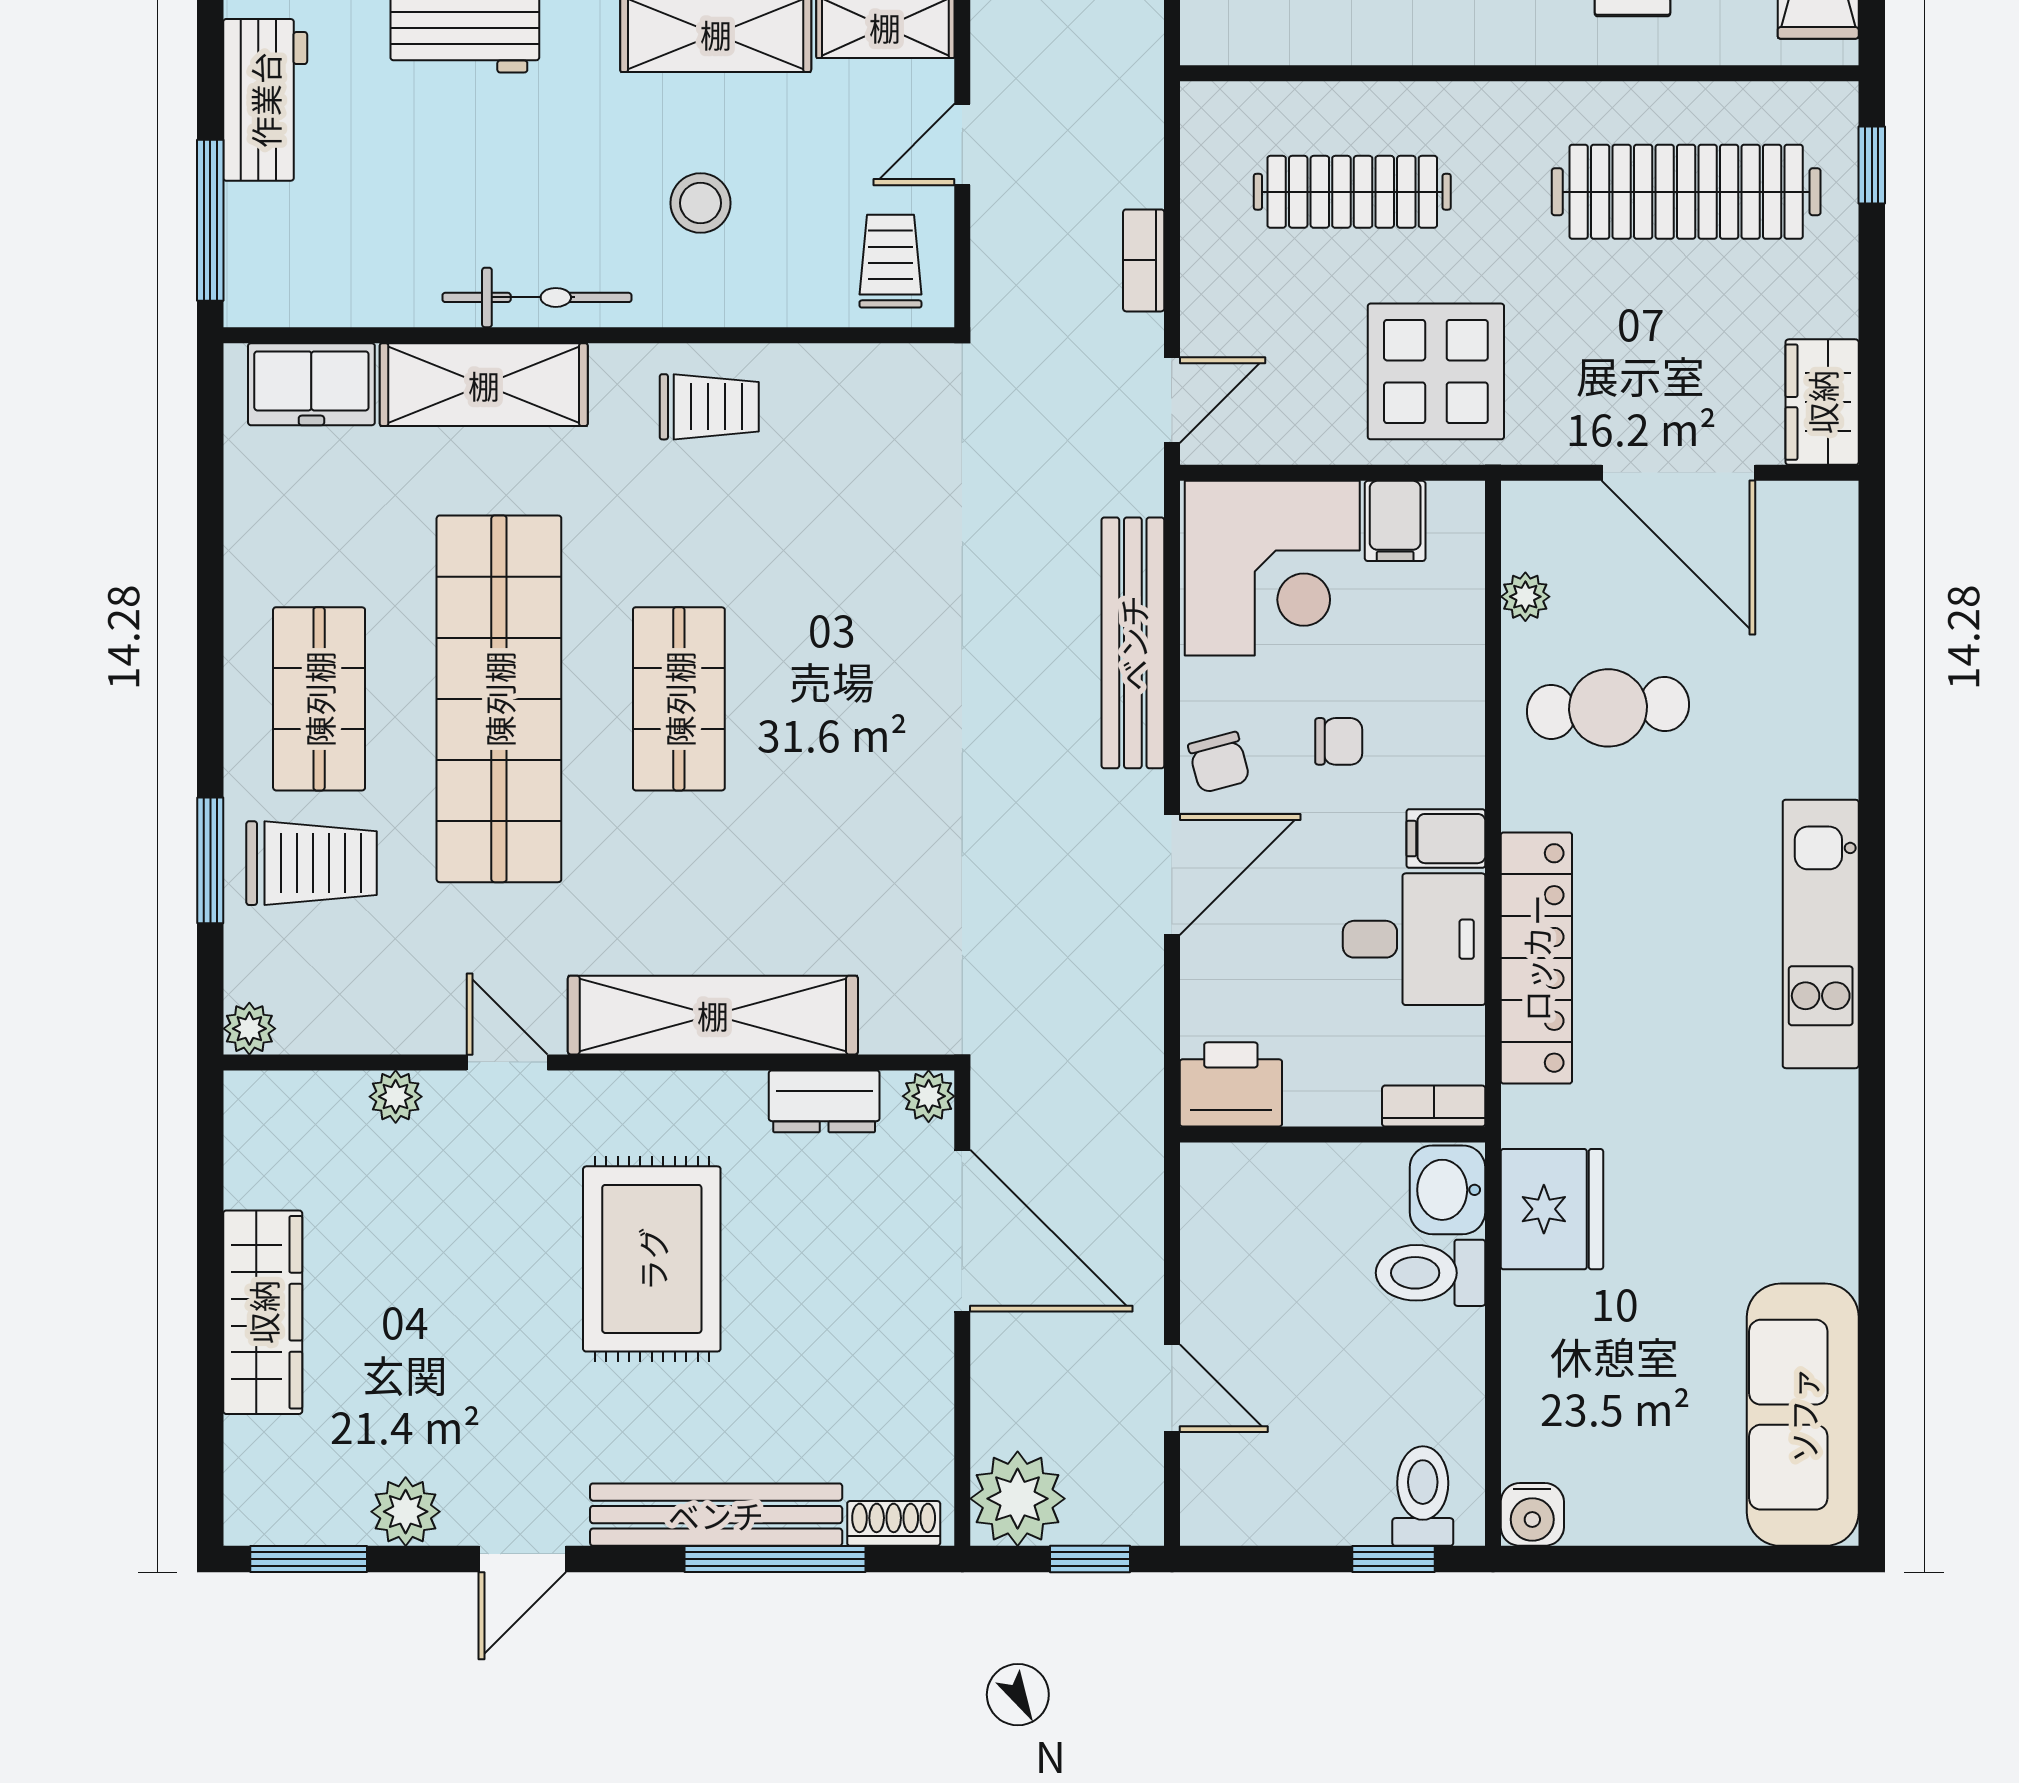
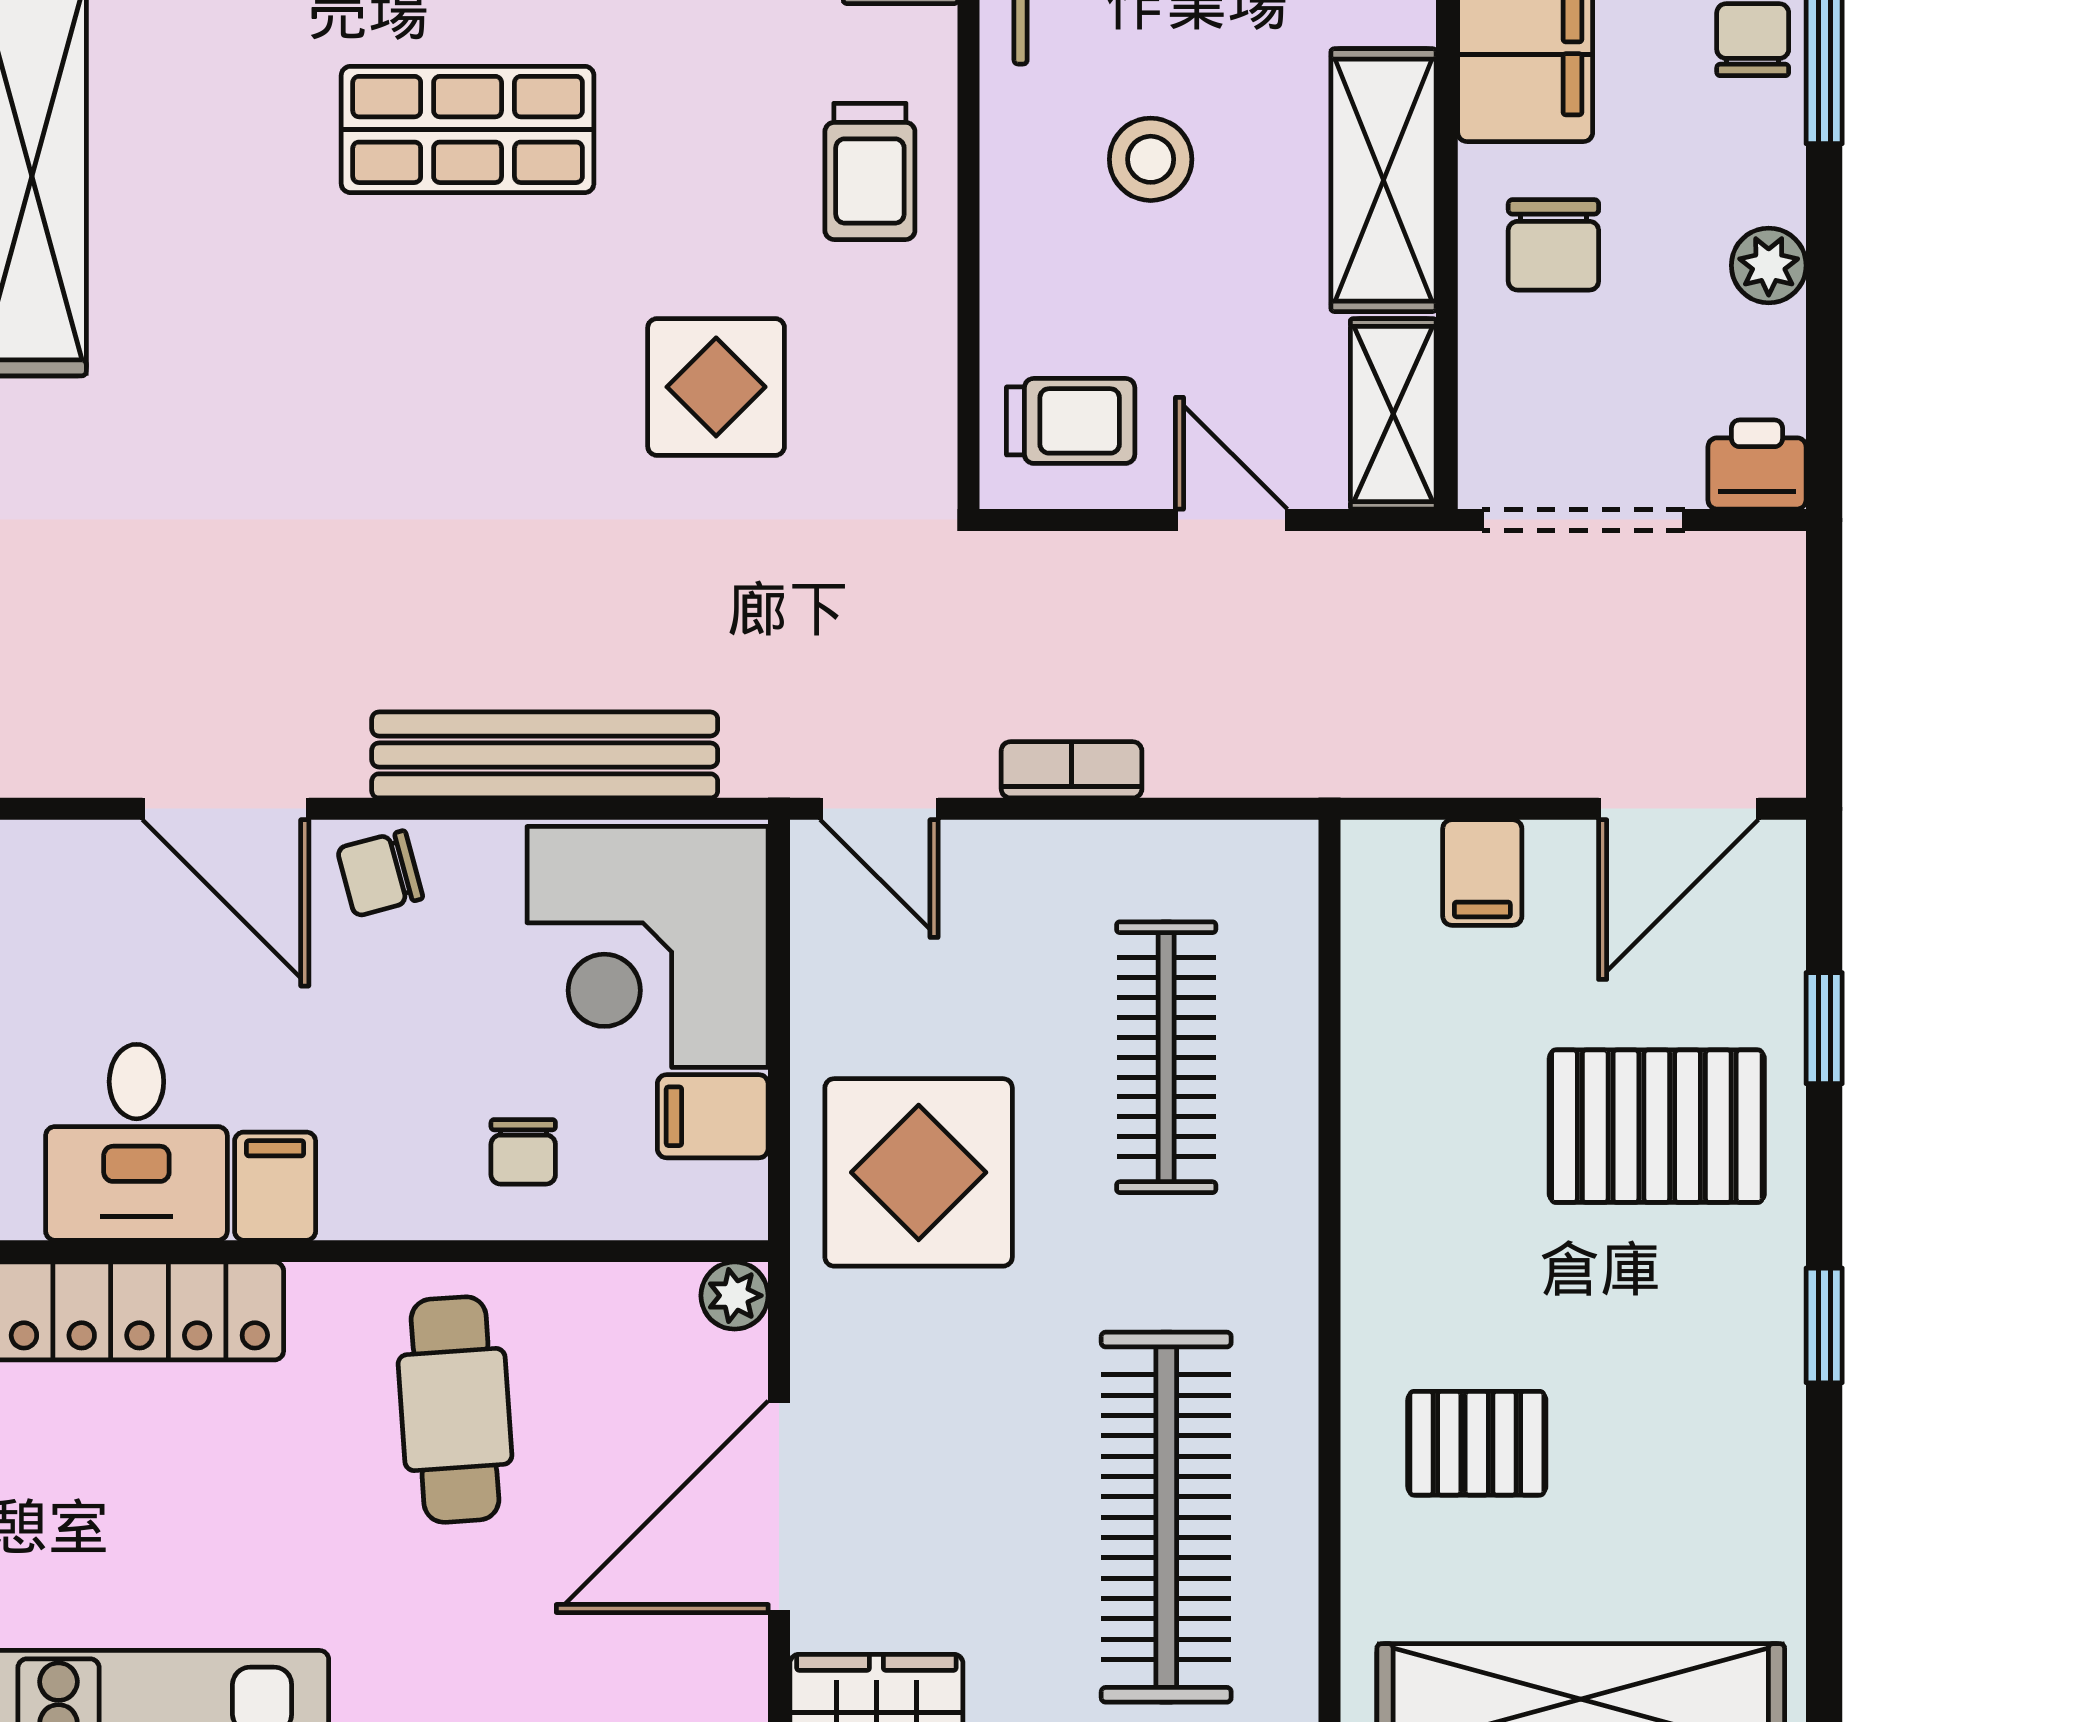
display table: (866, 518) -> (716, 387), added
plant: (1525, 597) -> (735, 1296), moved
chair: (1339, 741) -> (523, 1152), moved

